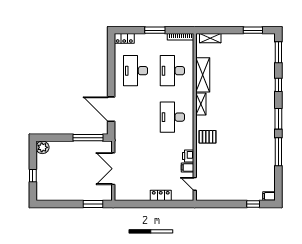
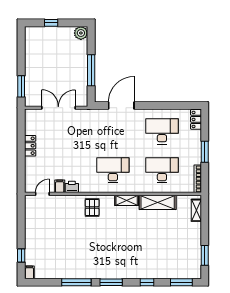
window: (88, 138) -> (91, 70), moved
locker: (161, 195) -> (30, 146), moved

